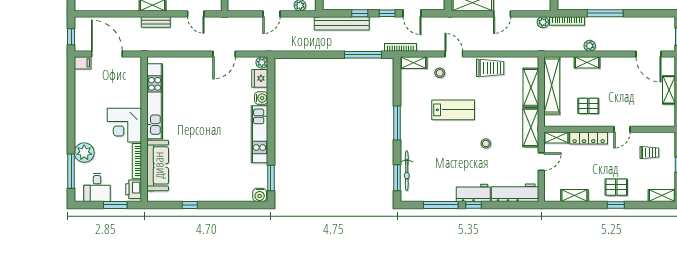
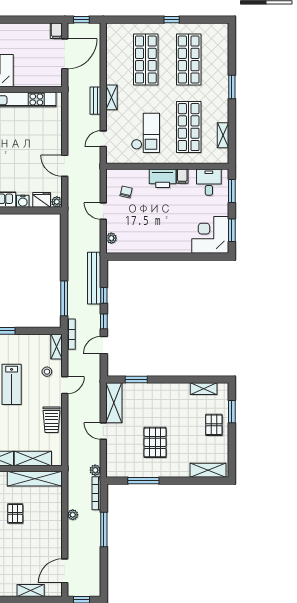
shelving: (587, 62) -> (57, 512), removed

